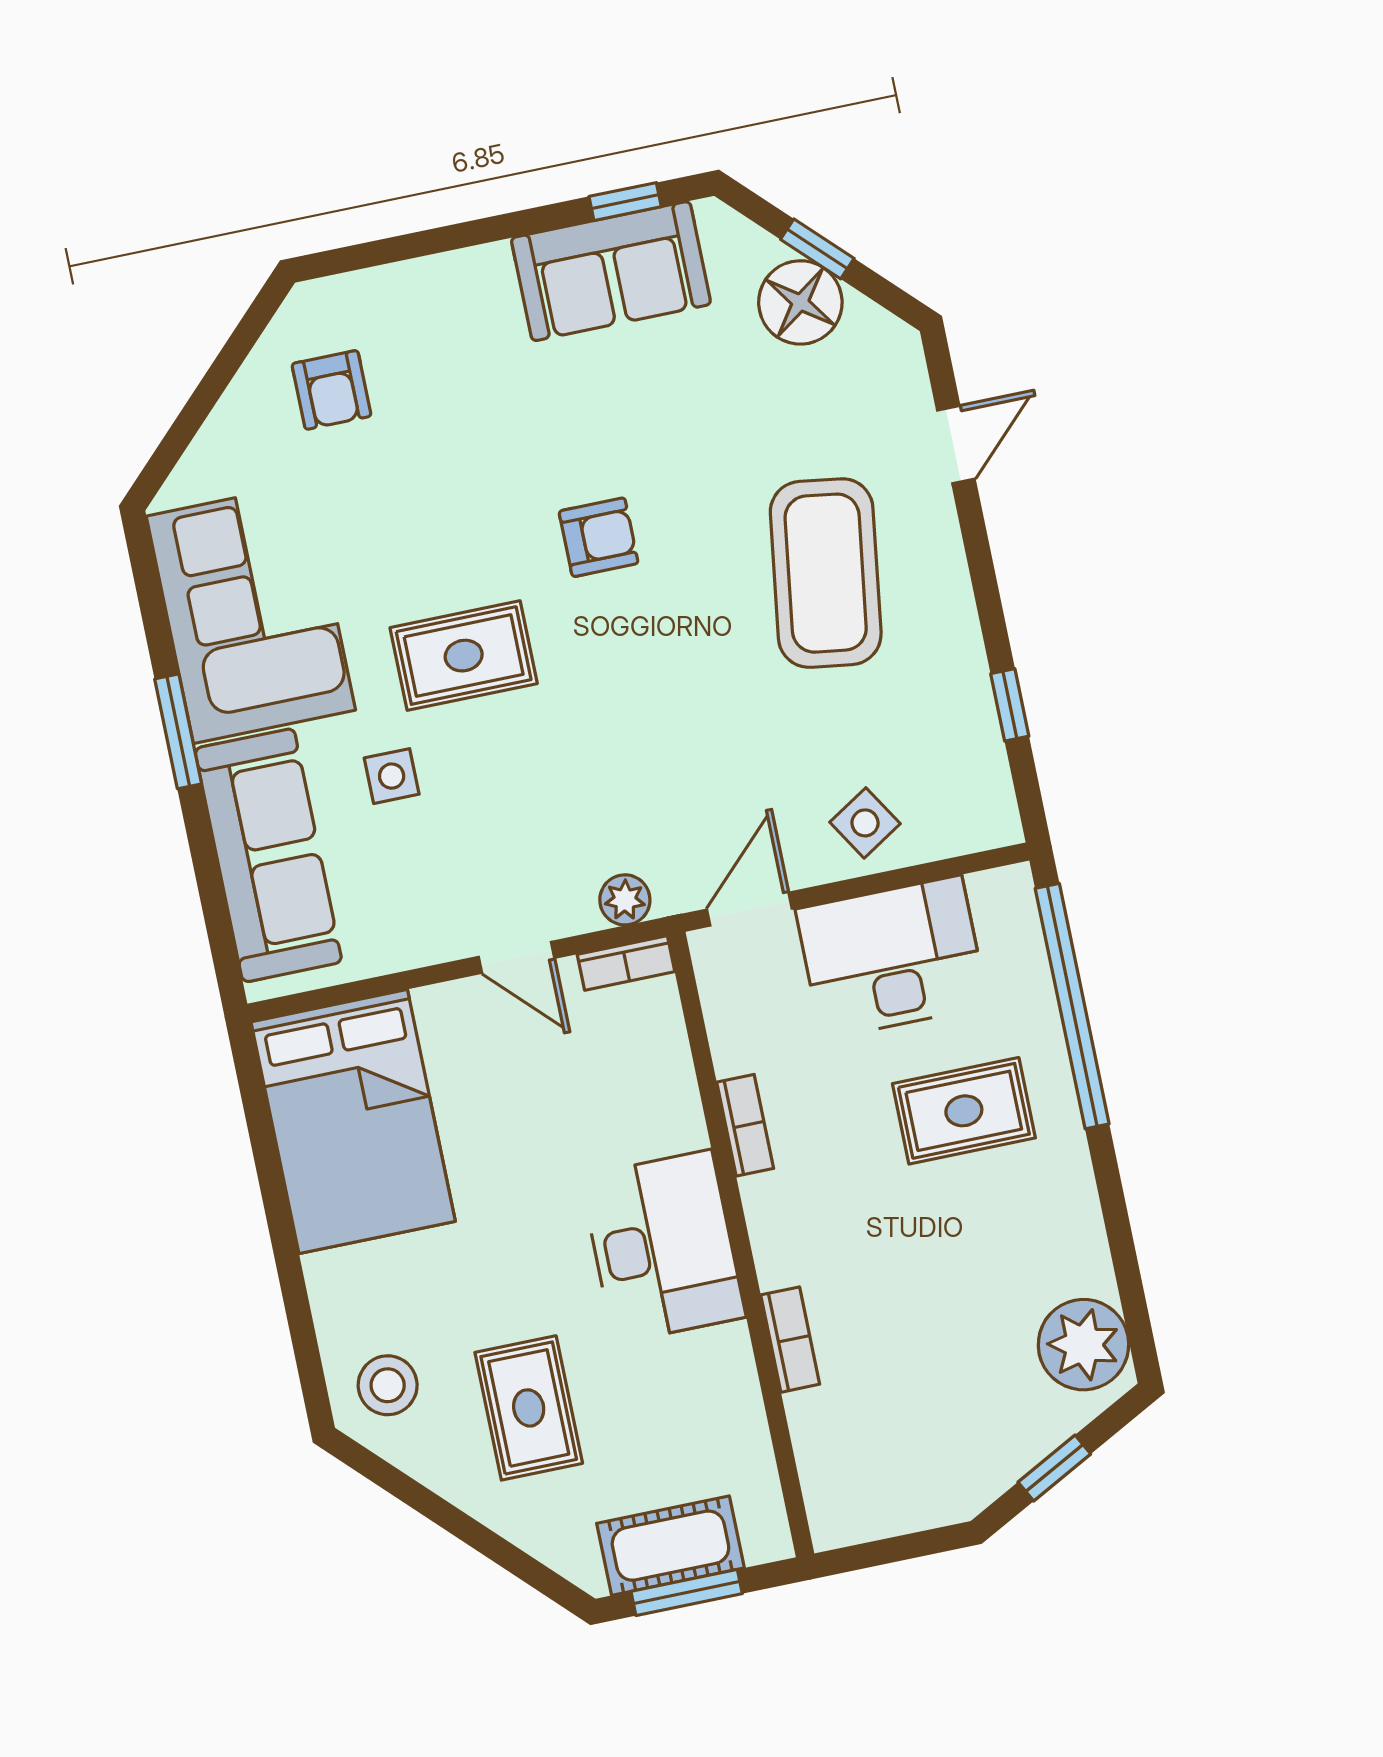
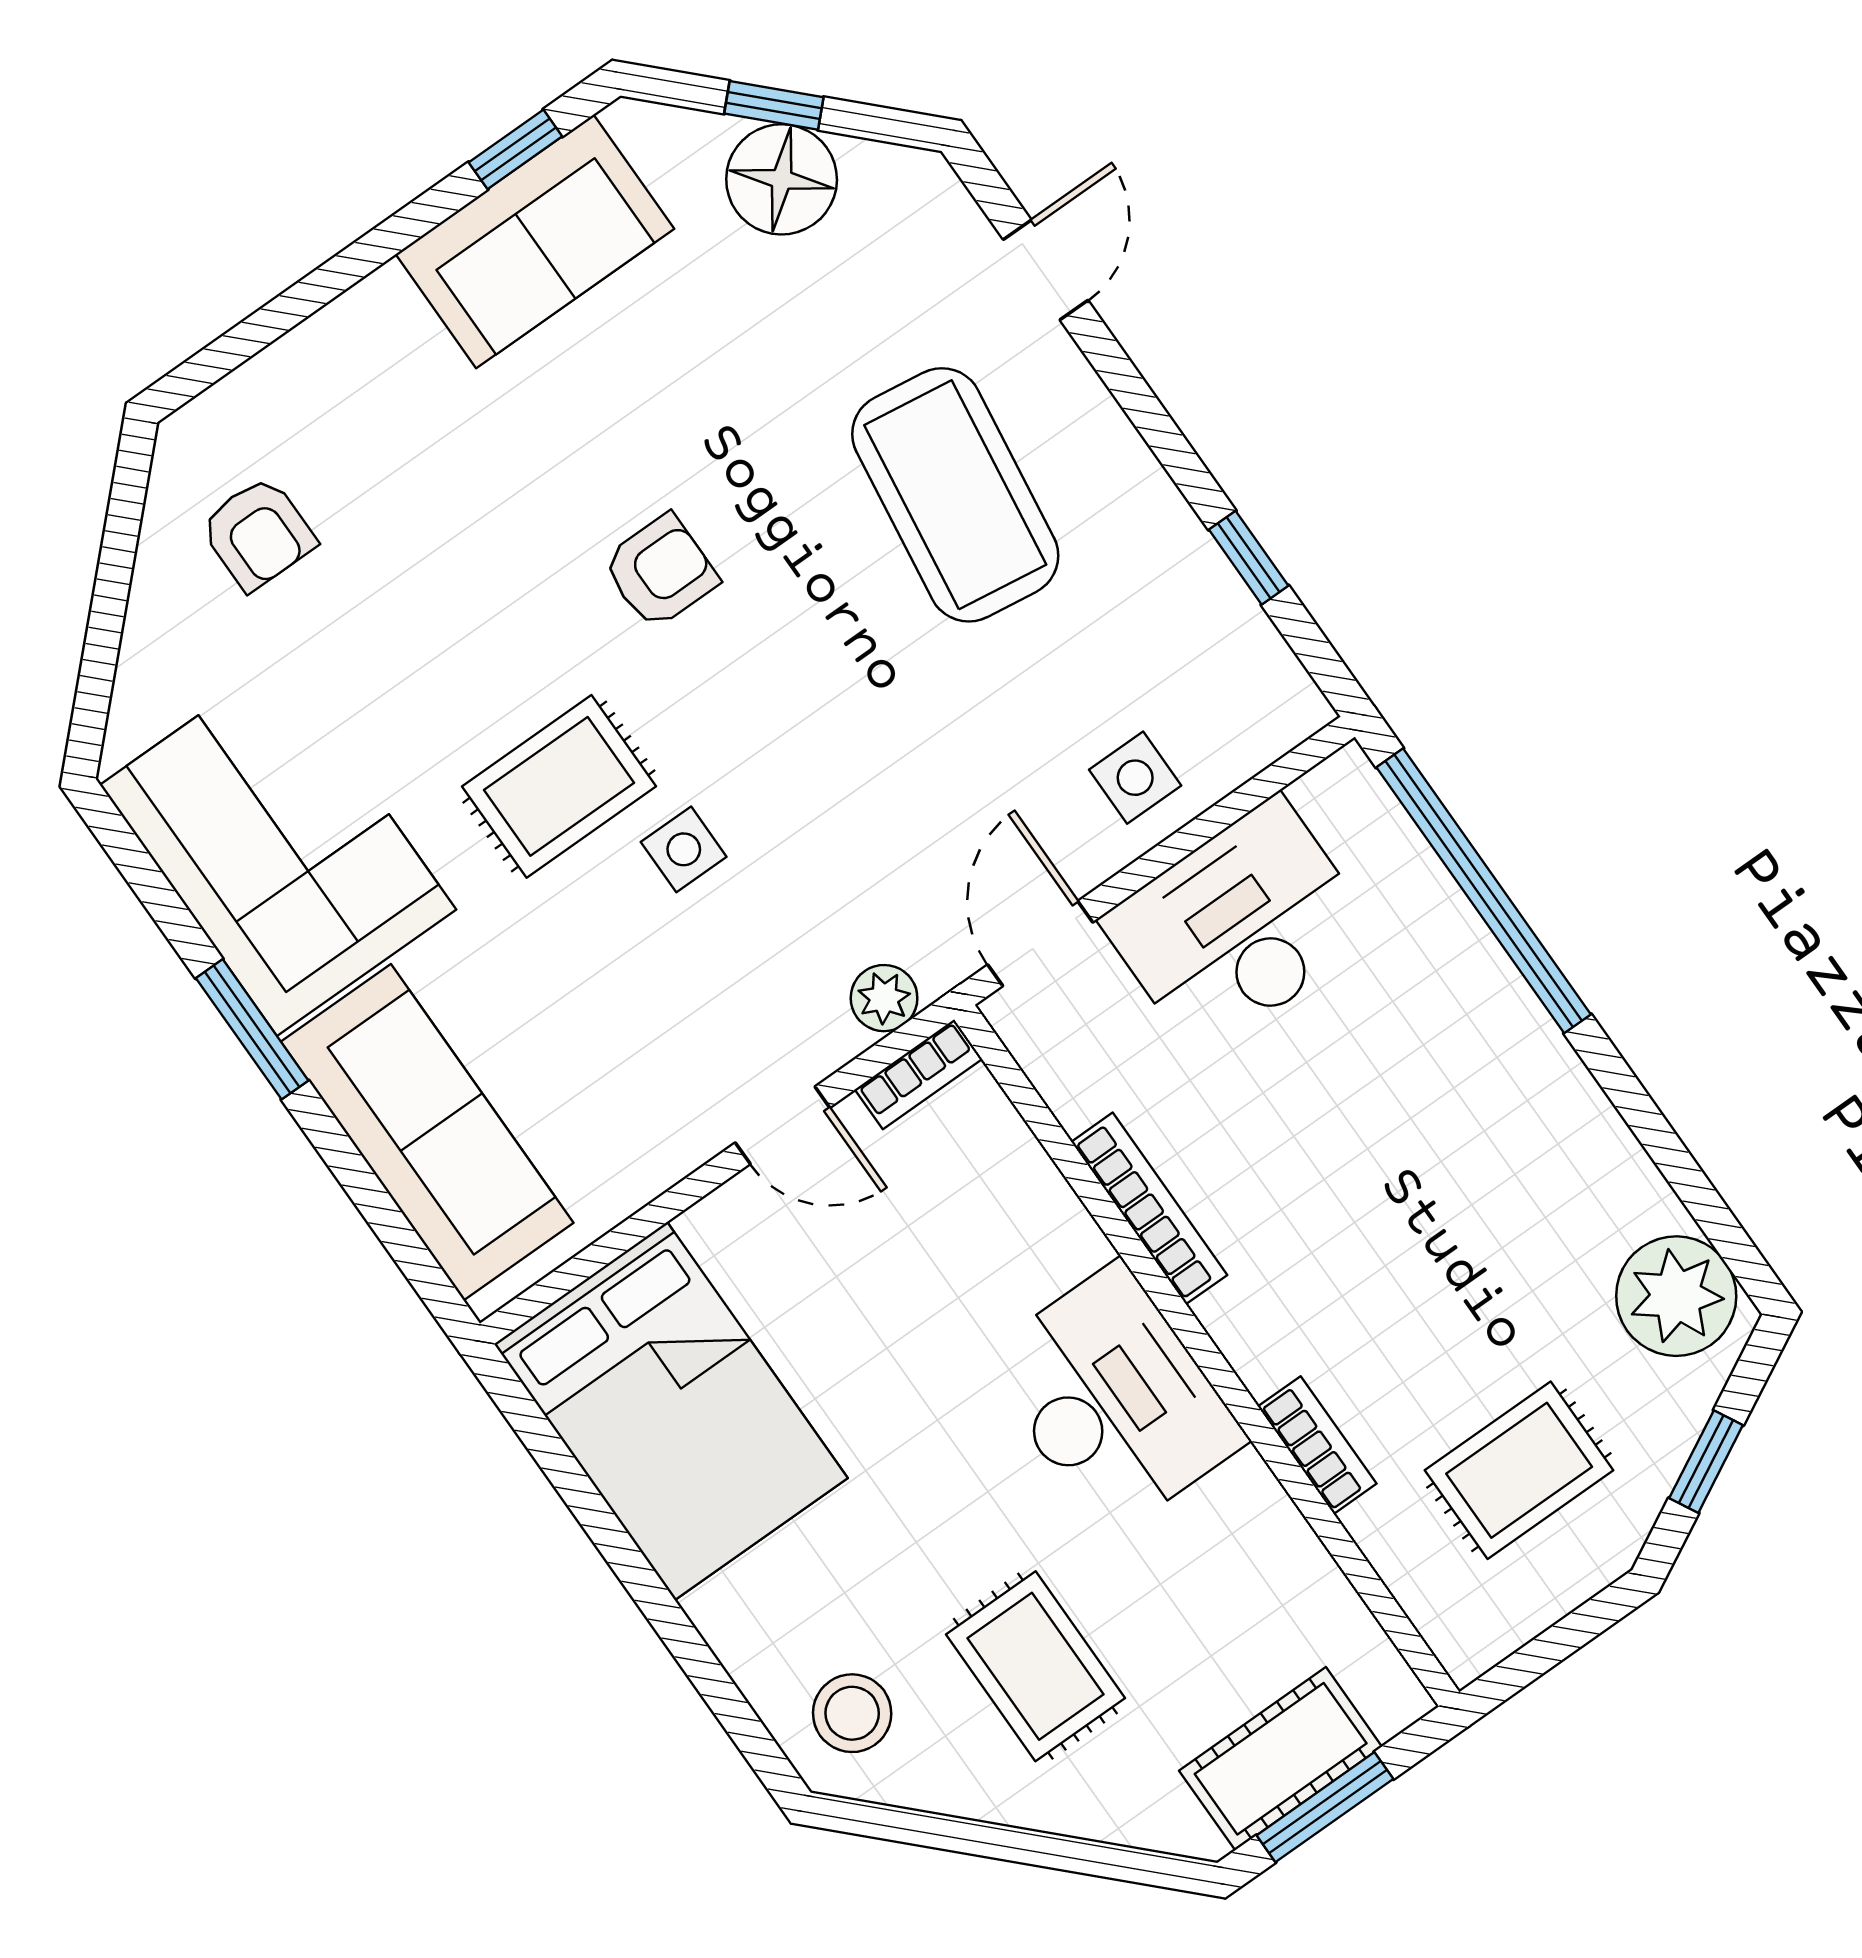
side table: (392, 776) -> (684, 849), moved
side table: (865, 823) -> (1135, 778), turned 32
rug: (964, 1111) -> (1519, 1470), moved
bookcase: (745, 1125) -> (1149, 1208), width x1.56

